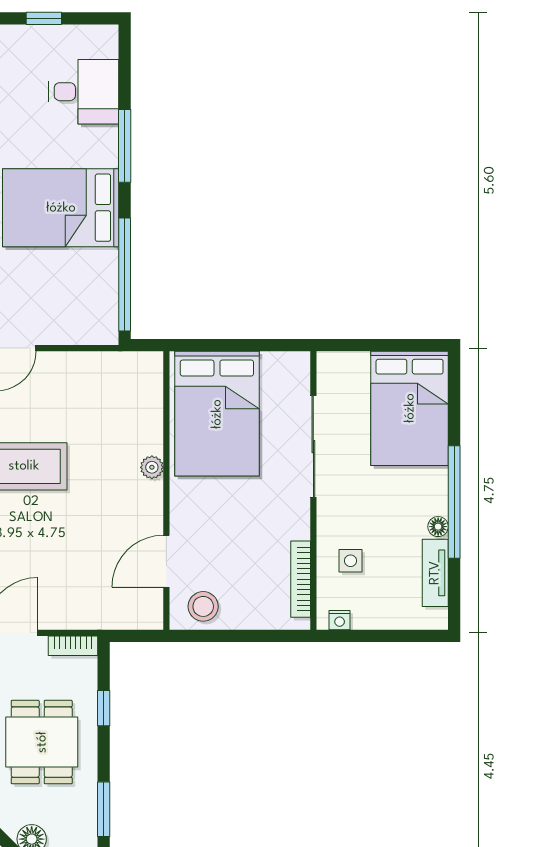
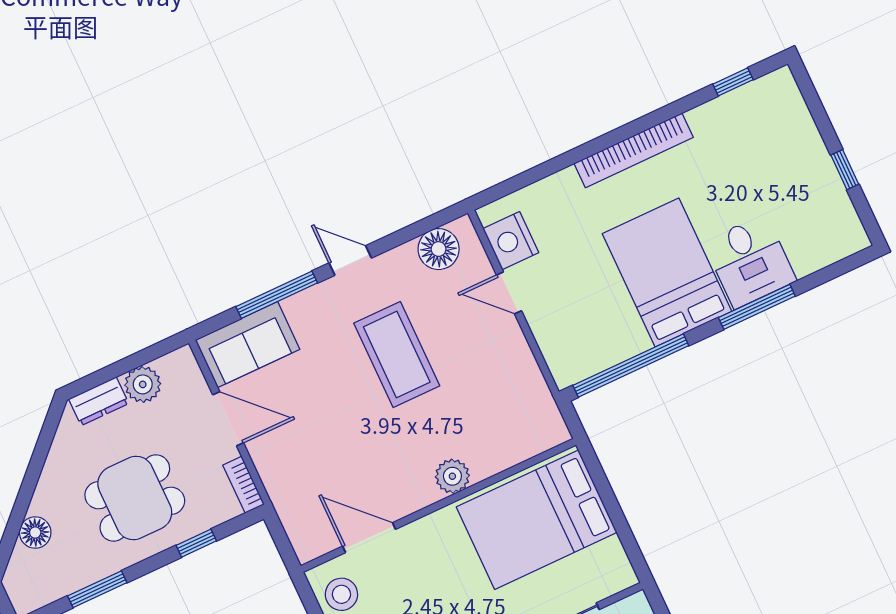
desk: (84, 92) -> (750, 261), moved
plant: (152, 467) -> (452, 476), width x1.38, depth x1.38

